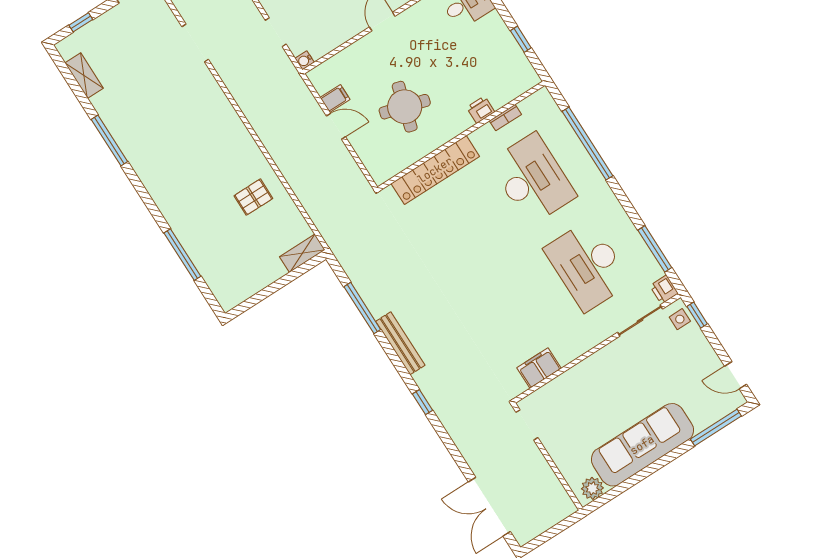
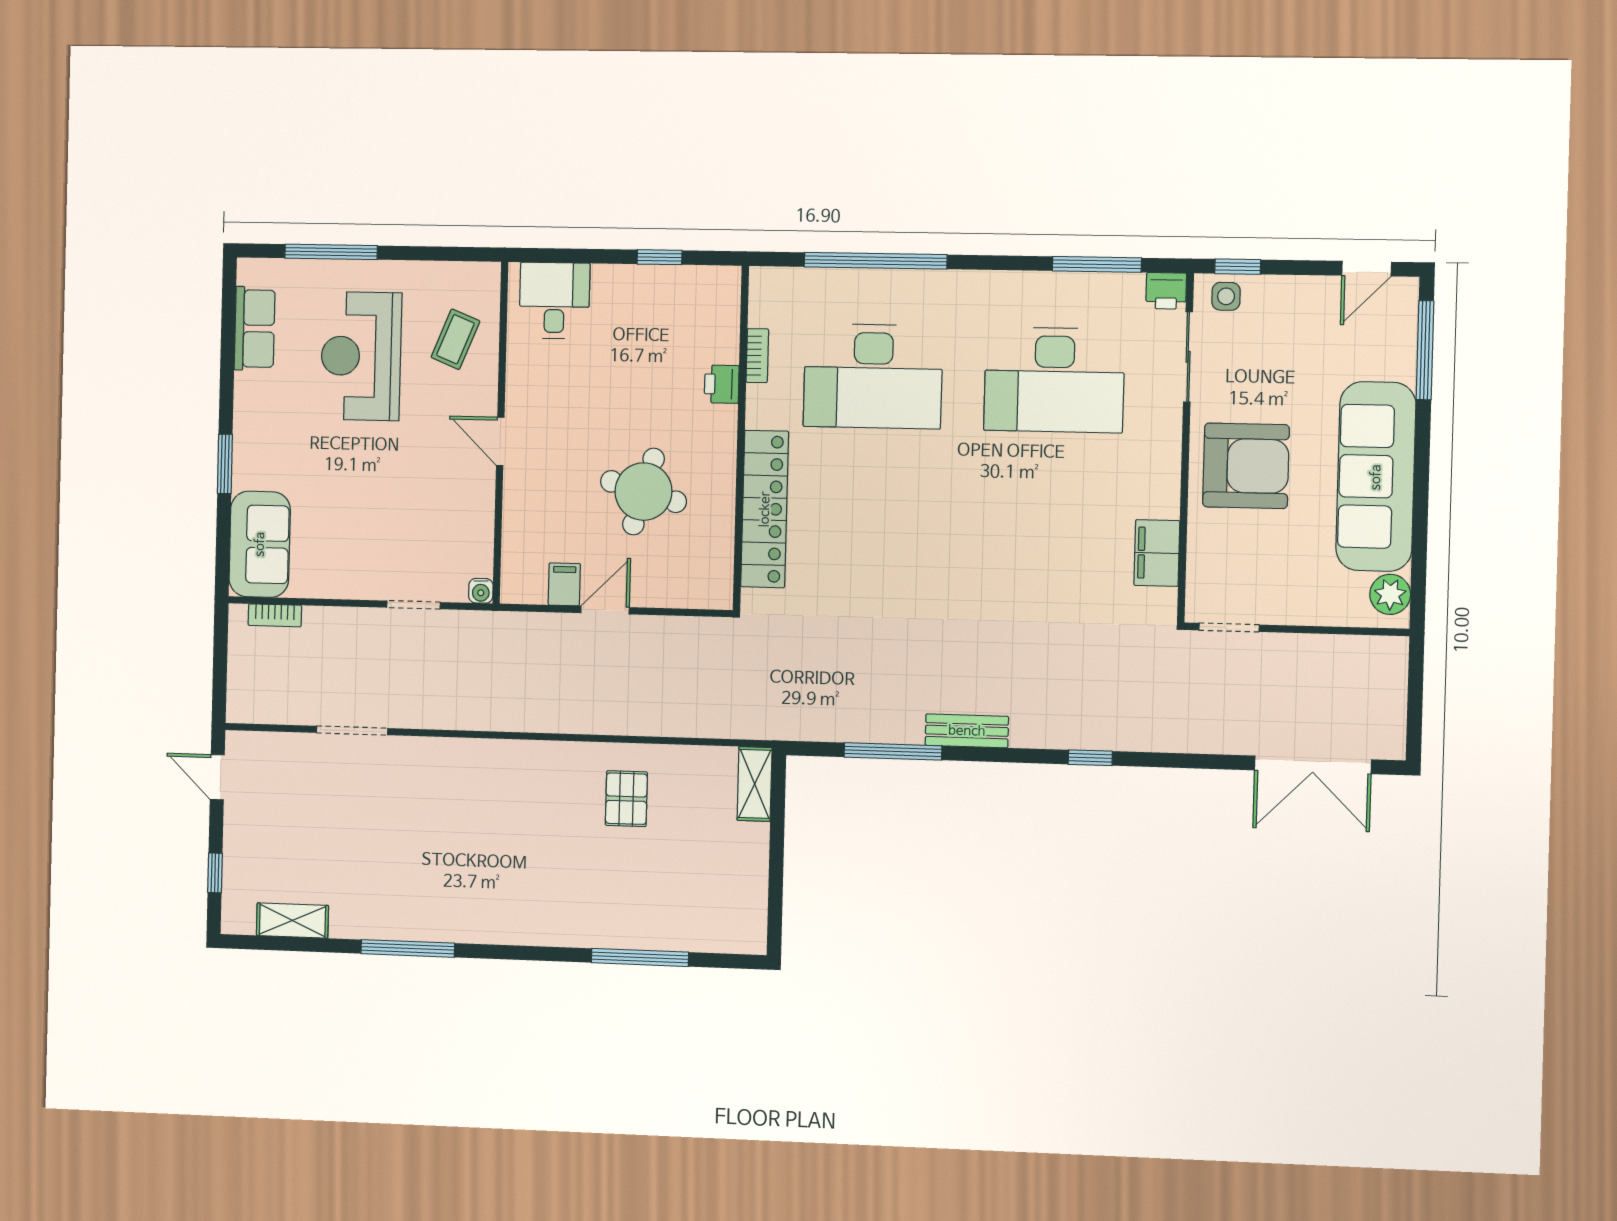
desk: (532, 179) -> (873, 376), turned 180
bench: (400, 343) -> (967, 731), width x0.73
armchair: (607, 382) -> (1246, 466), added

